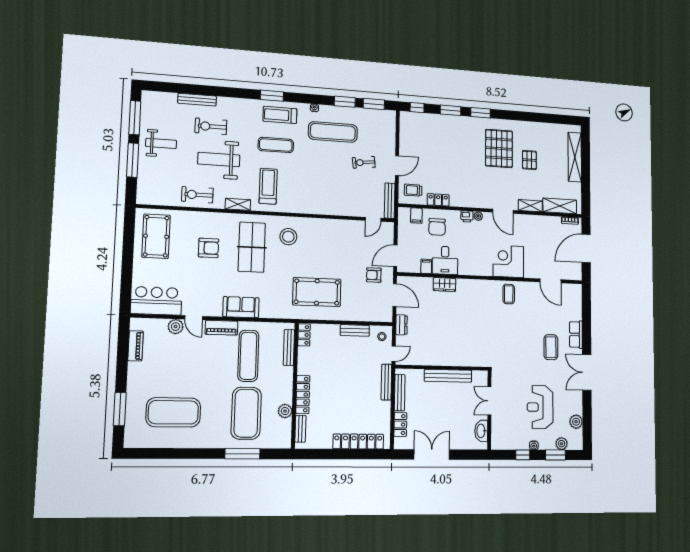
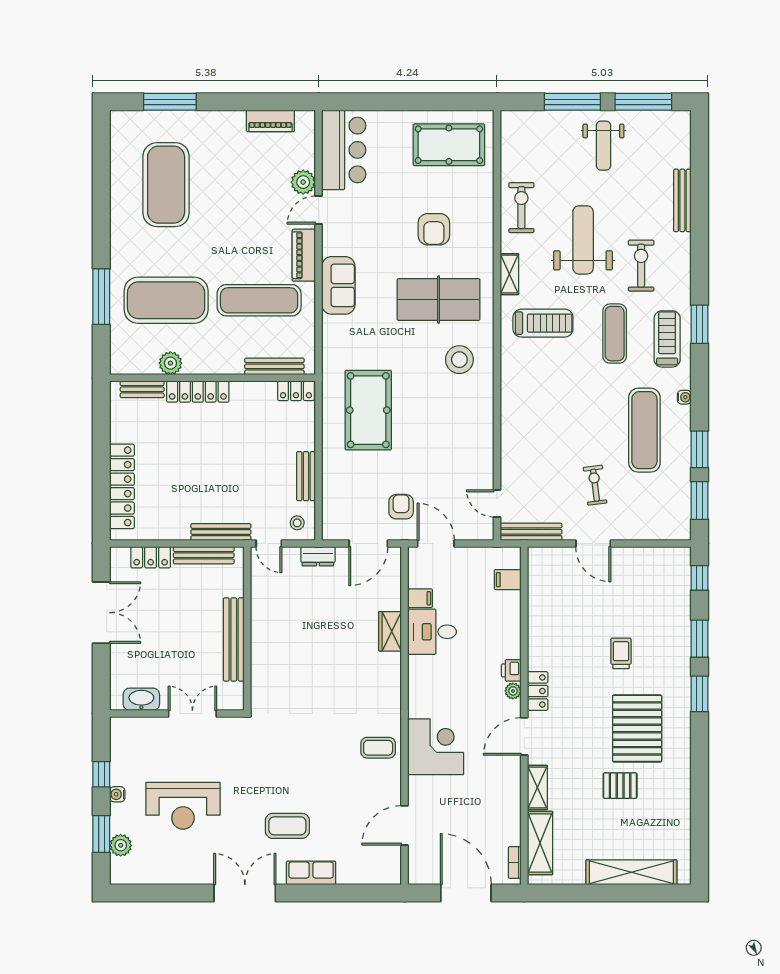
exercise bike: (211, 126) -> (641, 266), moved
pallet: (499, 148) -> (637, 728), turned 90
trolley: (413, 190) -> (621, 653), moved
locker: (438, 200) -> (538, 691), moved
chair: (437, 227) -> (490, 617), removed
reception desk: (540, 407) -> (183, 806), turned 180
plant: (576, 422) -> (159, 872), removed

